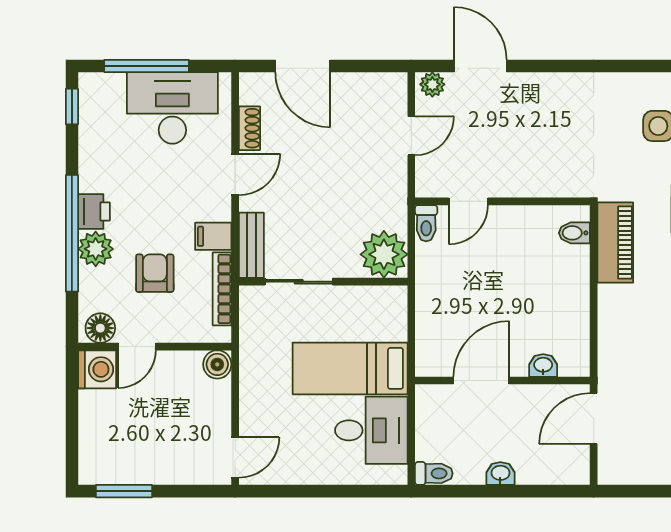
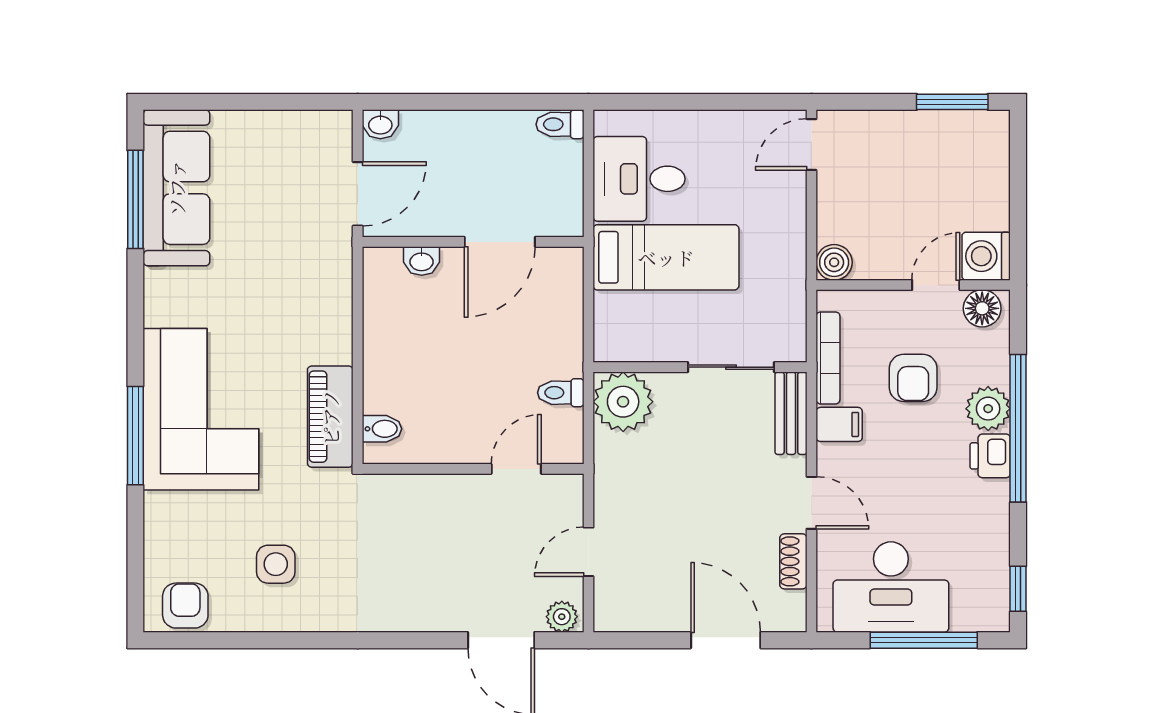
door: (235, 174) -> (811, 503), swing flipped
toilet: (426, 223) -> (561, 393), moved, turned -90
washbasin: (500, 474) -> (380, 124), moved

